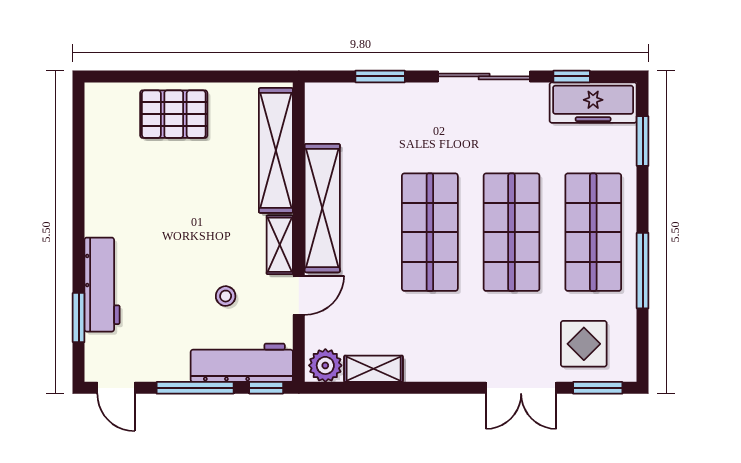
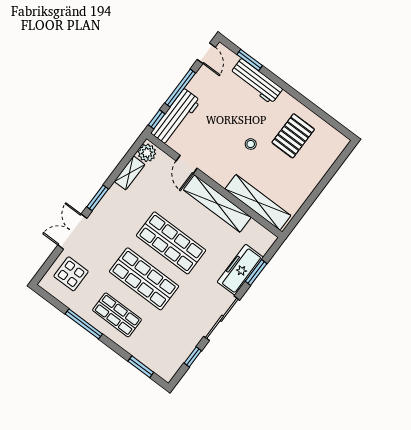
freezer: (593, 103) -> (240, 270), moved
pallet: (174, 114) -> (293, 136), moved
shop shelf: (593, 232) -> (117, 315), width x0.70, depth x0.74
shelving: (280, 245) -> (215, 173), removed
stool: (226, 296) -> (251, 144), moved
door: (116, 388) -> (206, 53), swing flipped
window: (598, 388) -> (98, 198), moved

